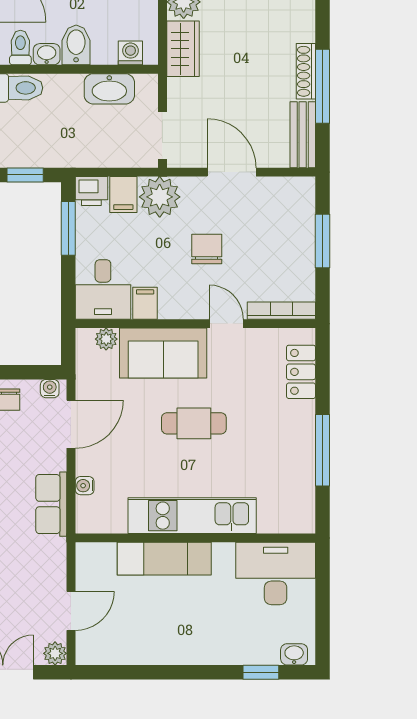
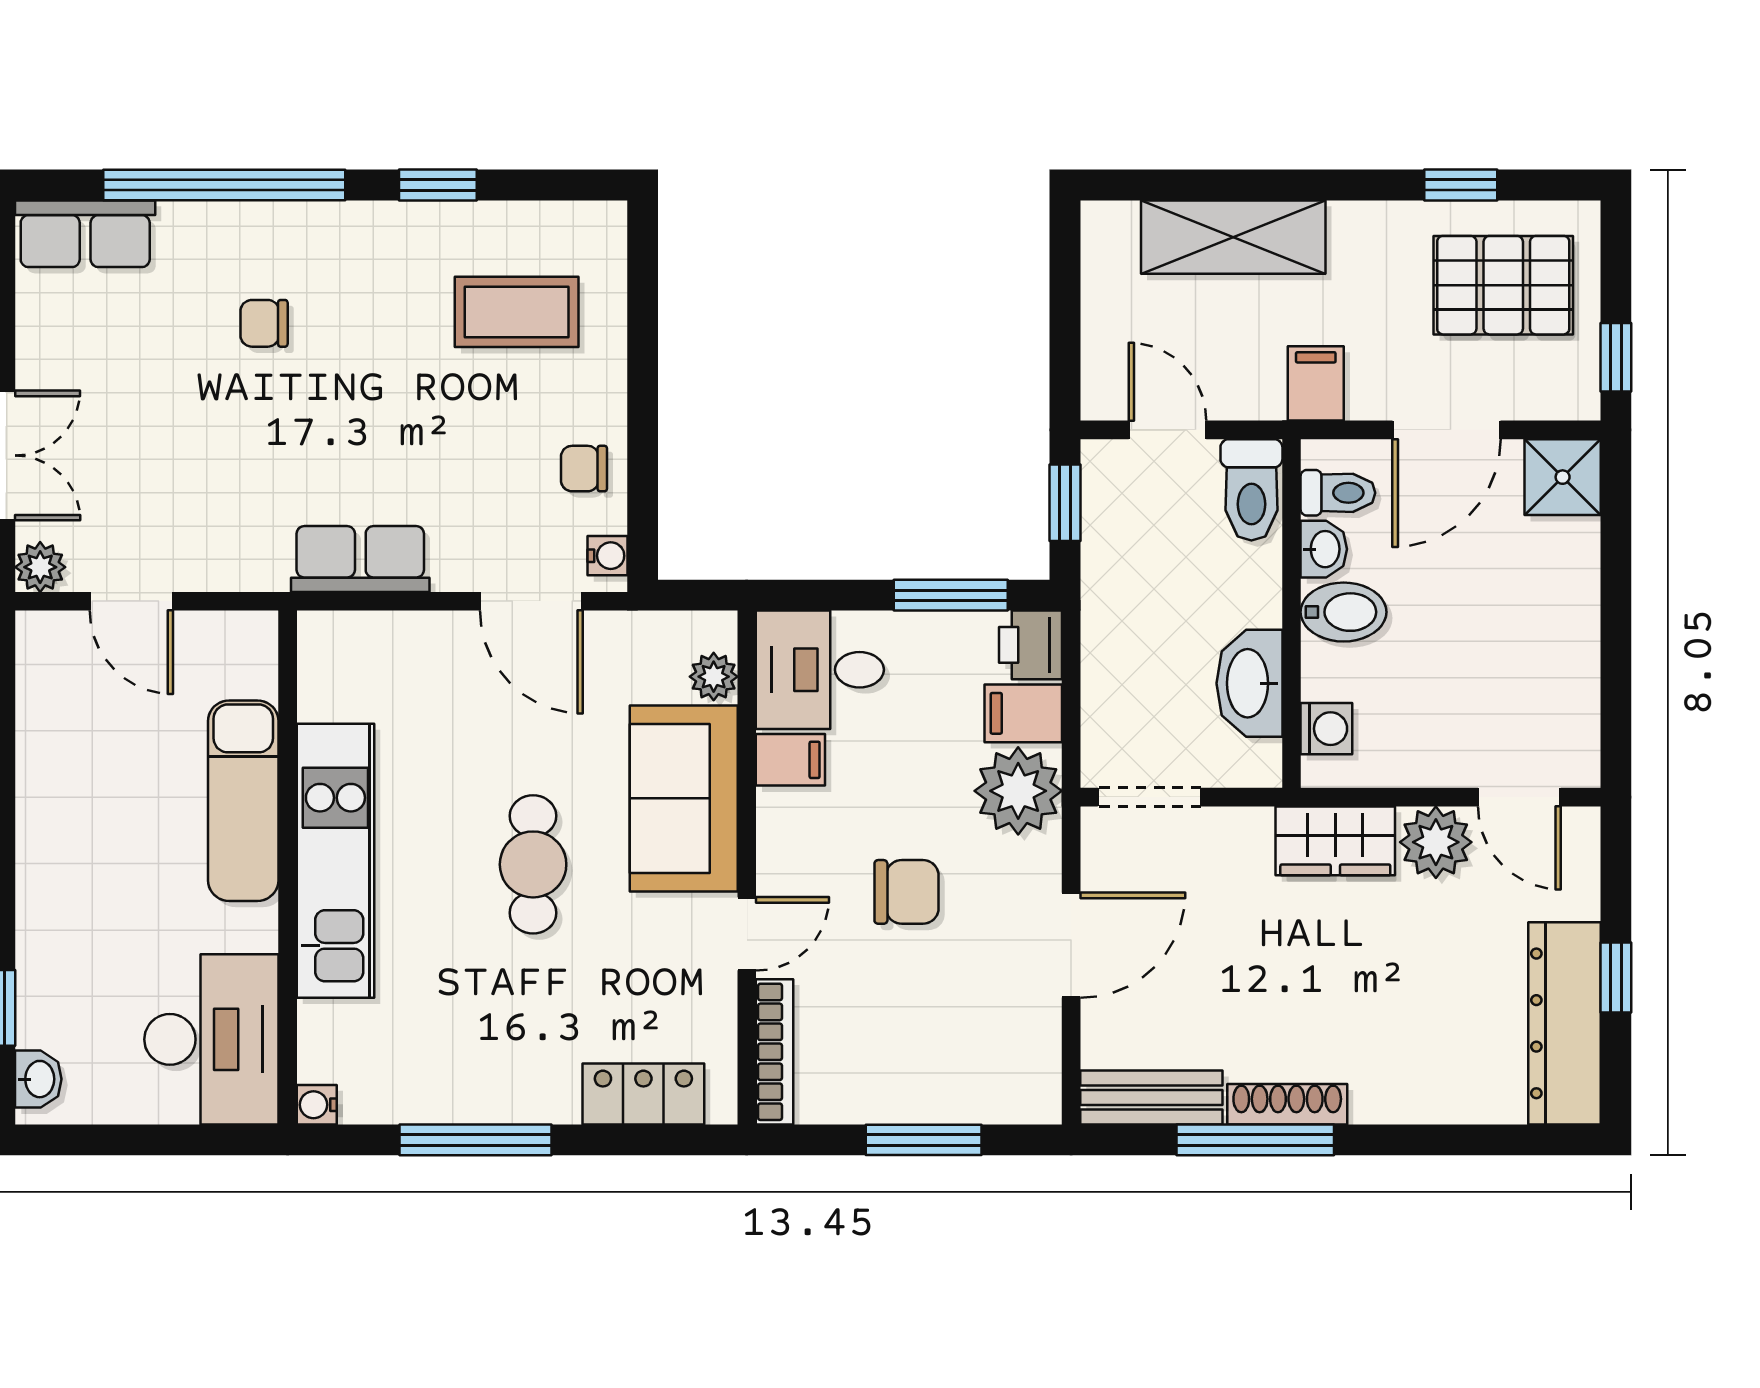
water cooler: (85, 486) -> (317, 1105), moved, turned -90

